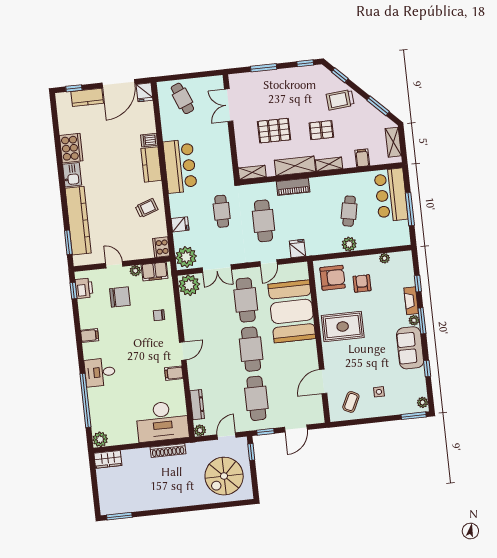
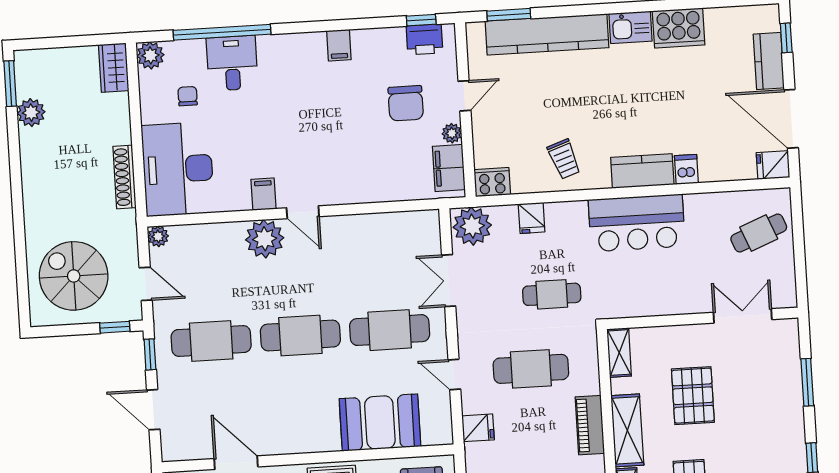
plant: (189, 285) -> (265, 239), moved
booth: (292, 311) -> (380, 423), width x0.73, depth x0.70
chair: (159, 315) -> (188, 96), moved
desk: (100, 372) -> (232, 63), moved
dresser: (197, 405) -> (205, 234), removed
plant: (135, 504) -> (31, 113), added

